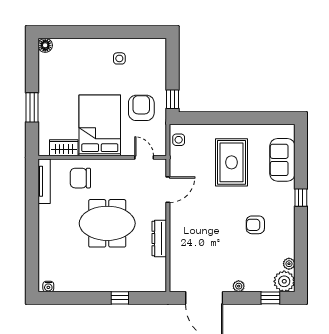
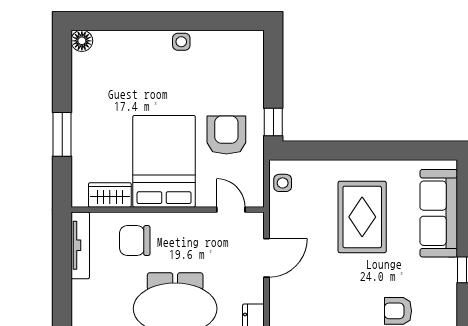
side table: (119, 58) -> (181, 42), moved
sofa: (282, 160) -> (439, 213), width x1.36

